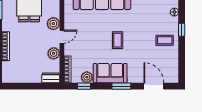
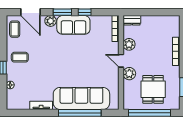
door: (62, 37) -> (121, 61), hinge flipped
coffee table: (118, 40) -> (15, 29), moved
plant: (87, 77) -> (51, 21), moved
window: (84, 86) -> (85, 12), moved

